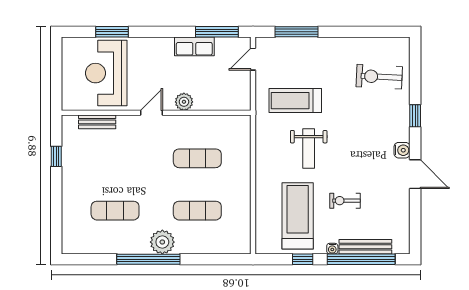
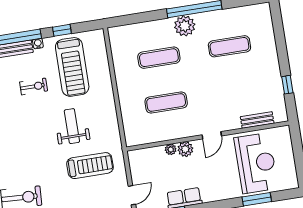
plant: (201, 104) -> (171, 149), added

